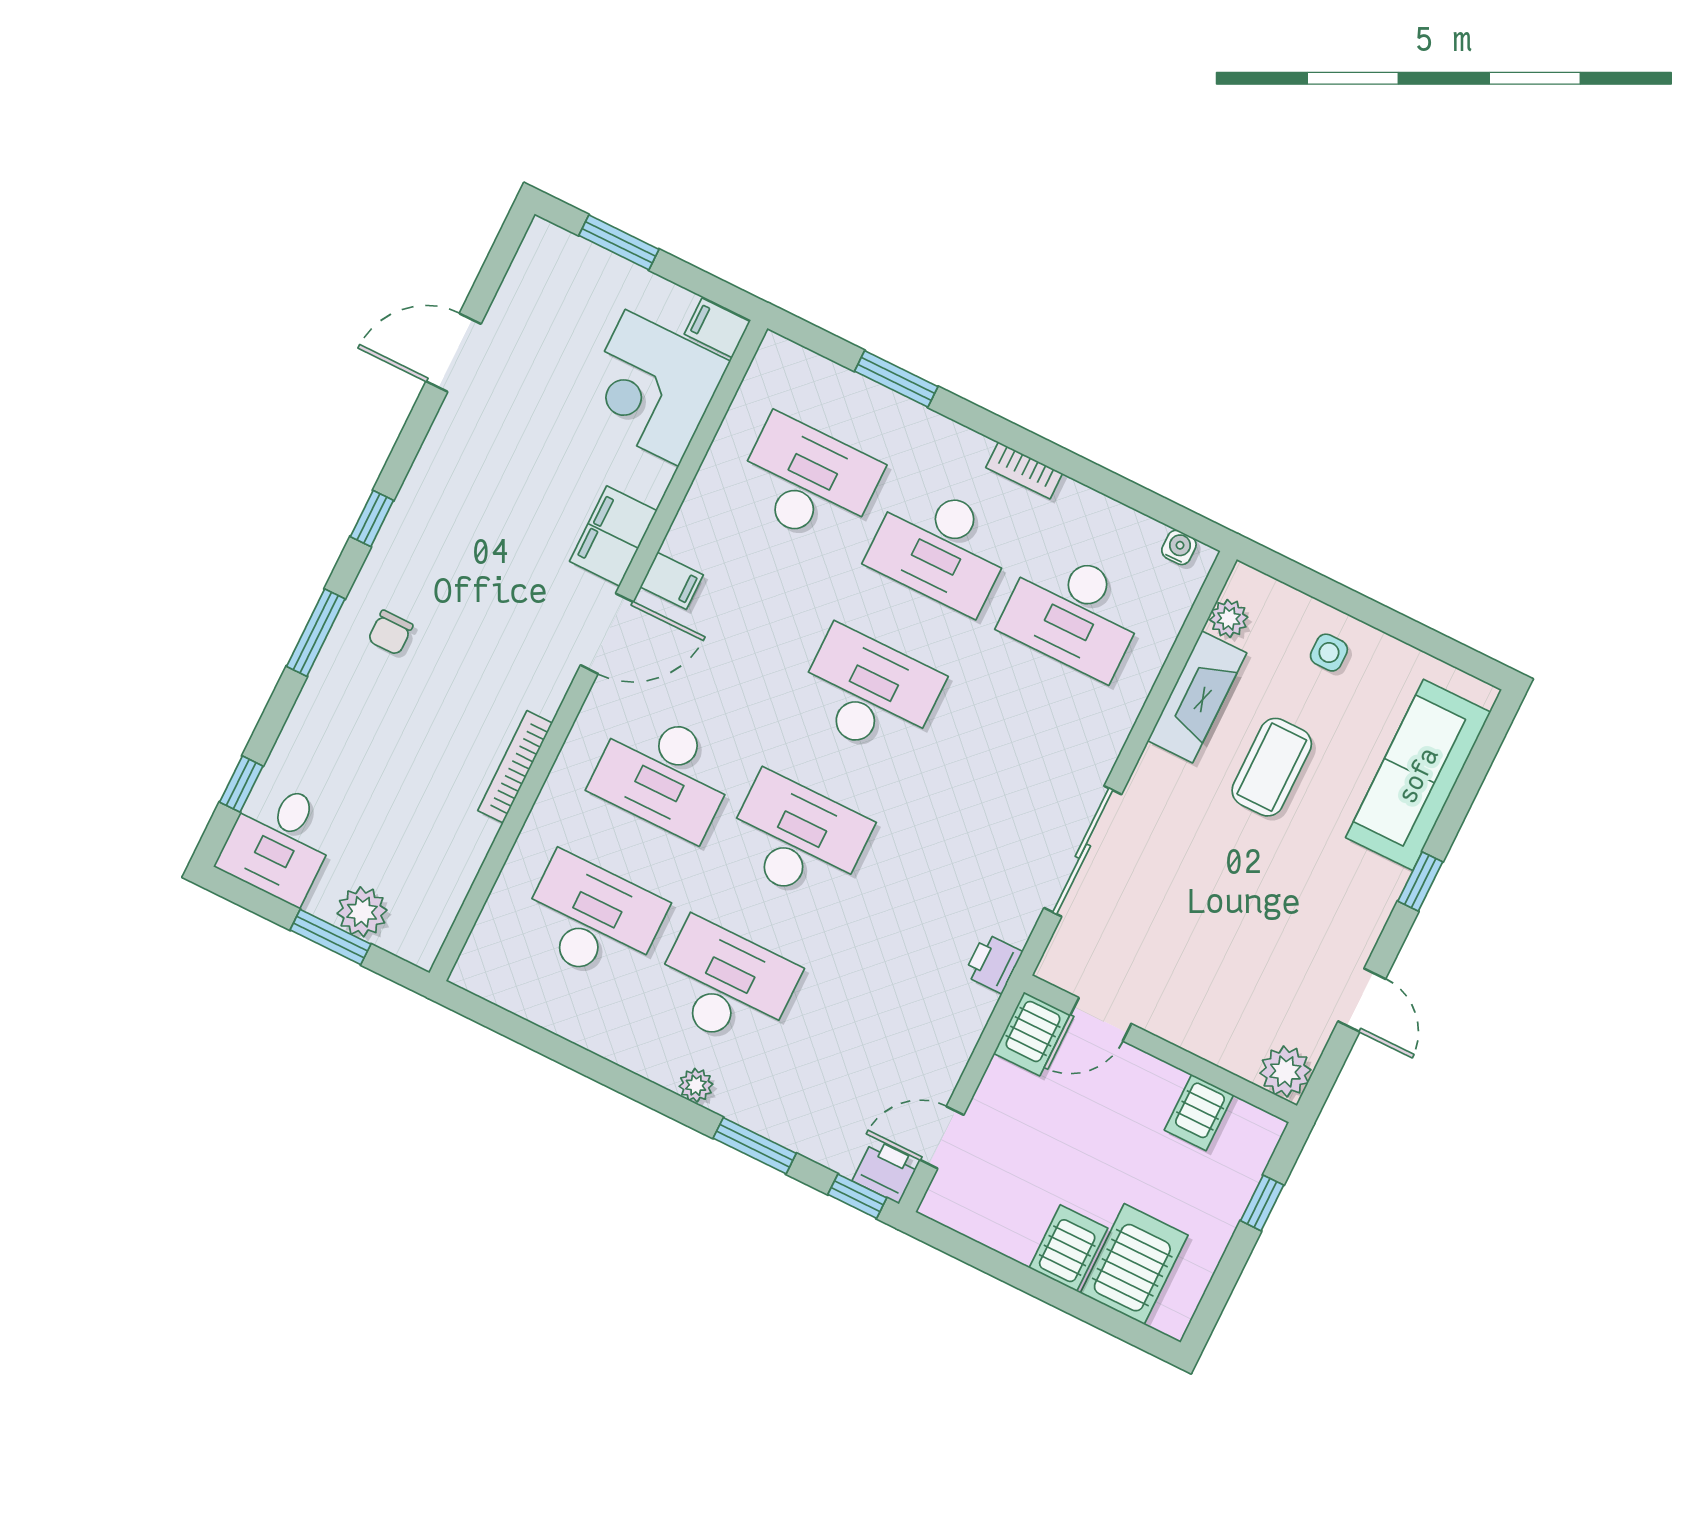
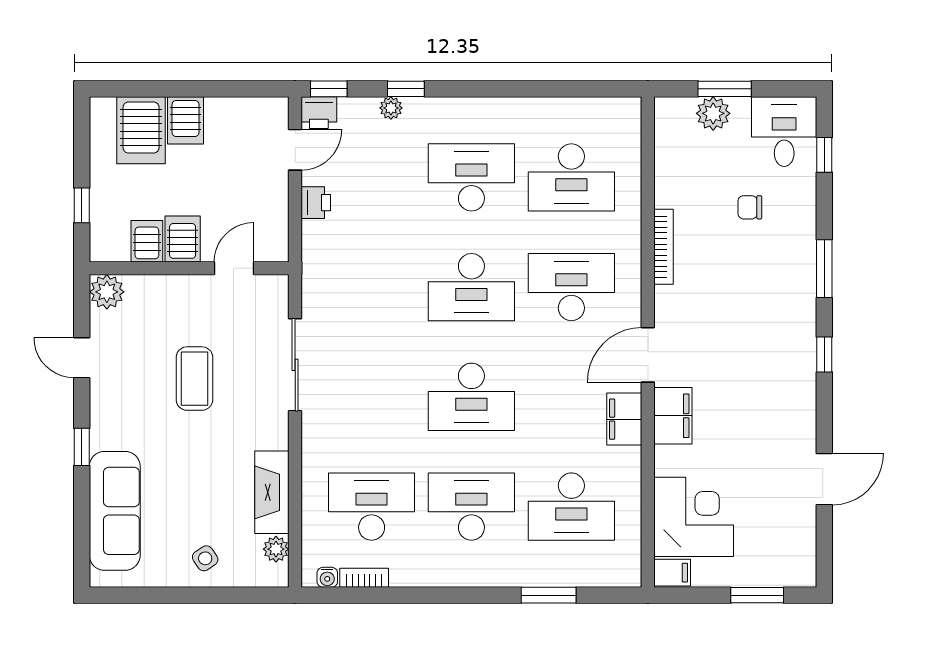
bookcase: (1024, 470) -> (364, 578), moved
filing cabinet: (672, 581) -> (624, 419), width x2.00
chair: (390, 633) -> (750, 207), moved, turned -90
side table: (1329, 653) -> (205, 558), turned -34
coffee table: (1272, 767) -> (194, 379), moved
printer: (993, 963) -> (316, 203), moved
desk: (725, 985) -> (471, 177), turned 180
server rack: (1032, 1034) -> (183, 239), moved
plant: (696, 1085) -> (391, 108), moved
window: (755, 1146) -> (406, 89), width x0.67

